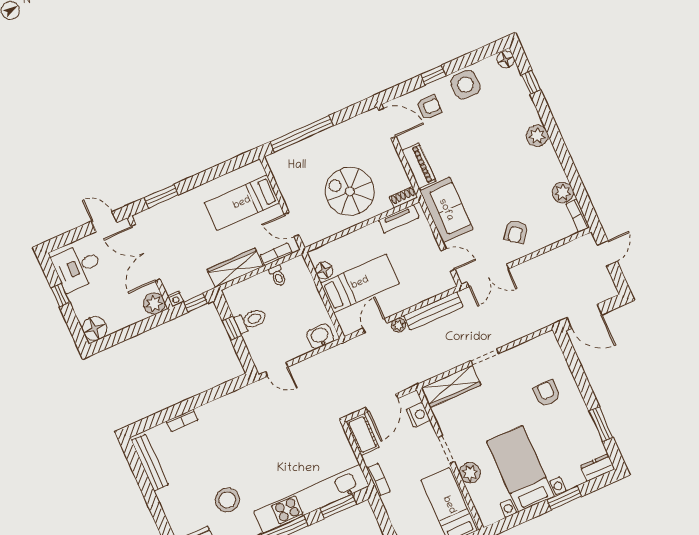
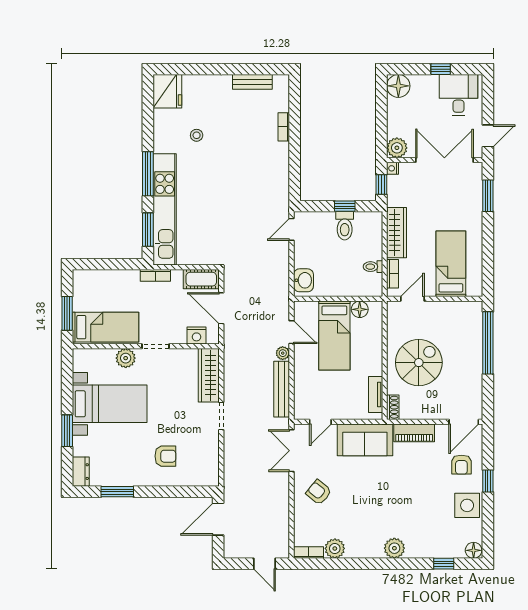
bench: (150, 463) -> (252, 82), width x0.73
stool: (227, 500) -> (197, 135), width x0.53, depth x0.53

